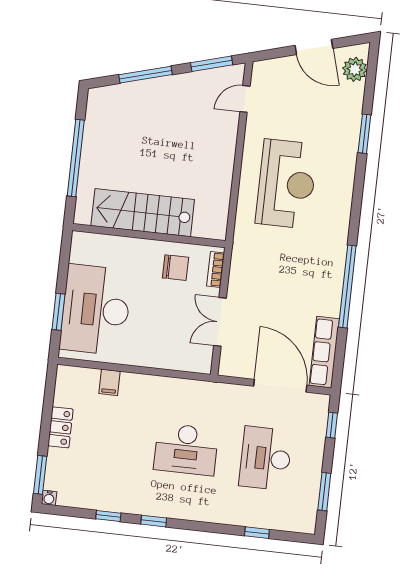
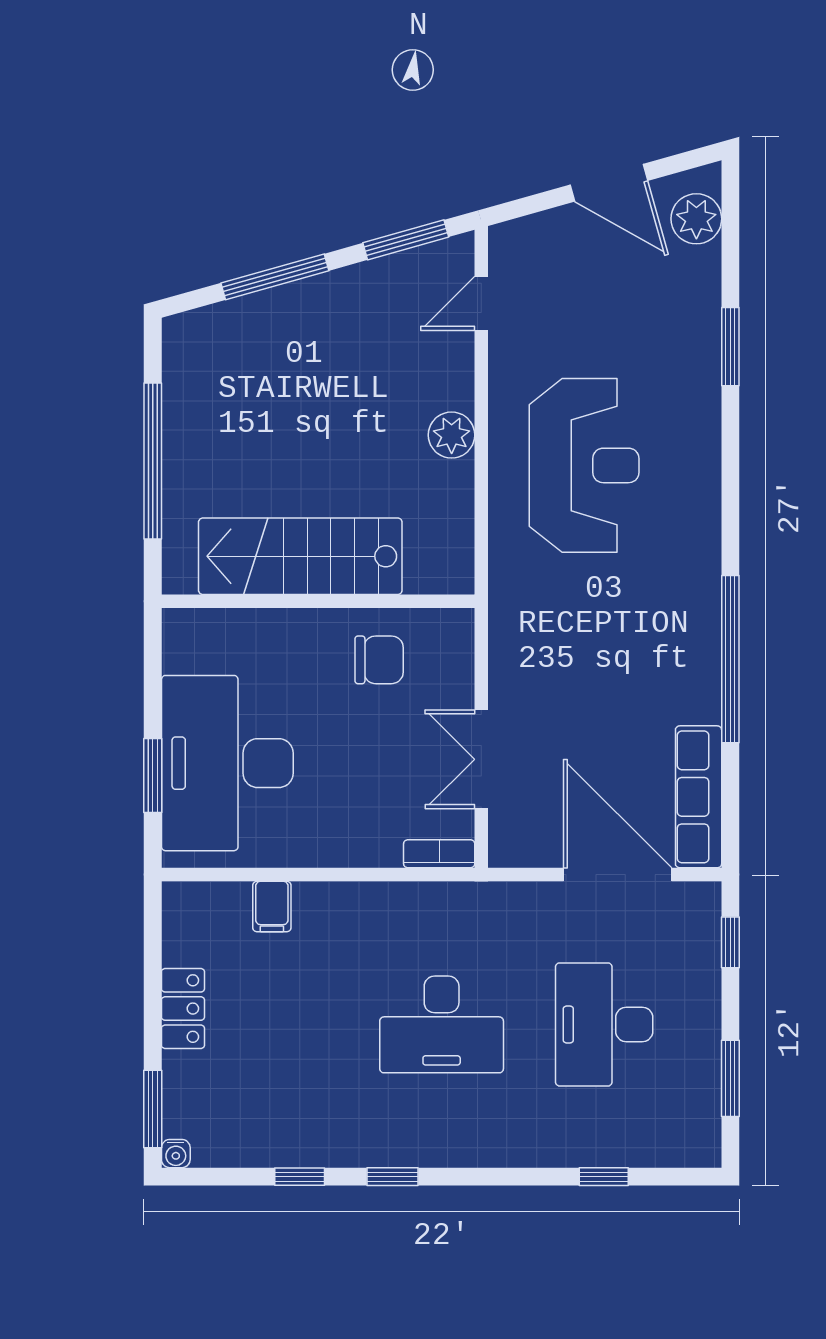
plant: (223, 162) -> (452, 435), added
bookcase: (216, 269) -> (439, 854), moved, turned 90

